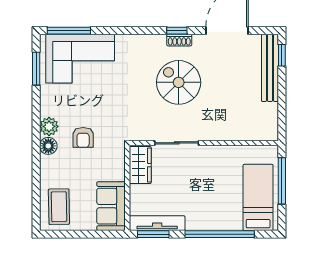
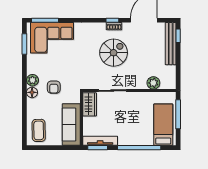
spiral stairs: (179, 82) -> (114, 53), turned 90
plant: (242, 131) -> (153, 83), added
sofa: (111, 206) -> (71, 125), width x1.36

